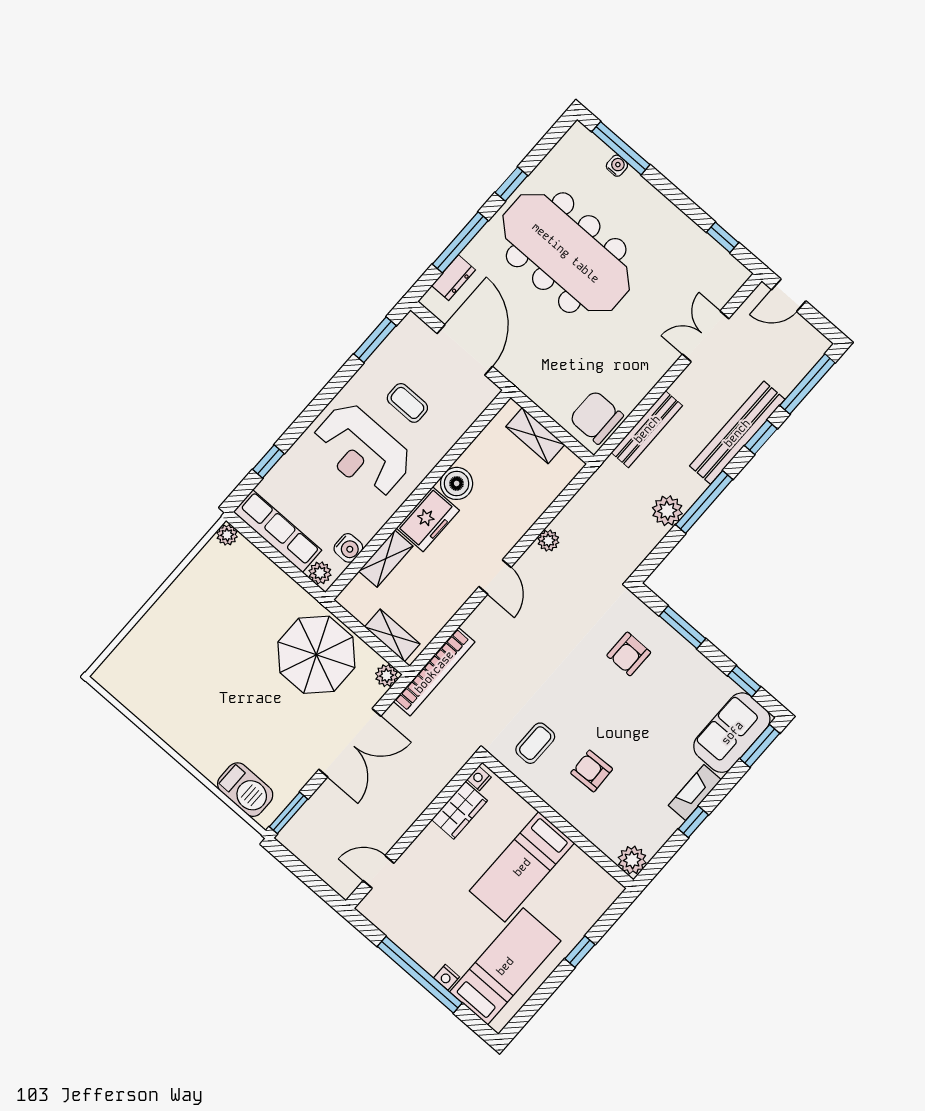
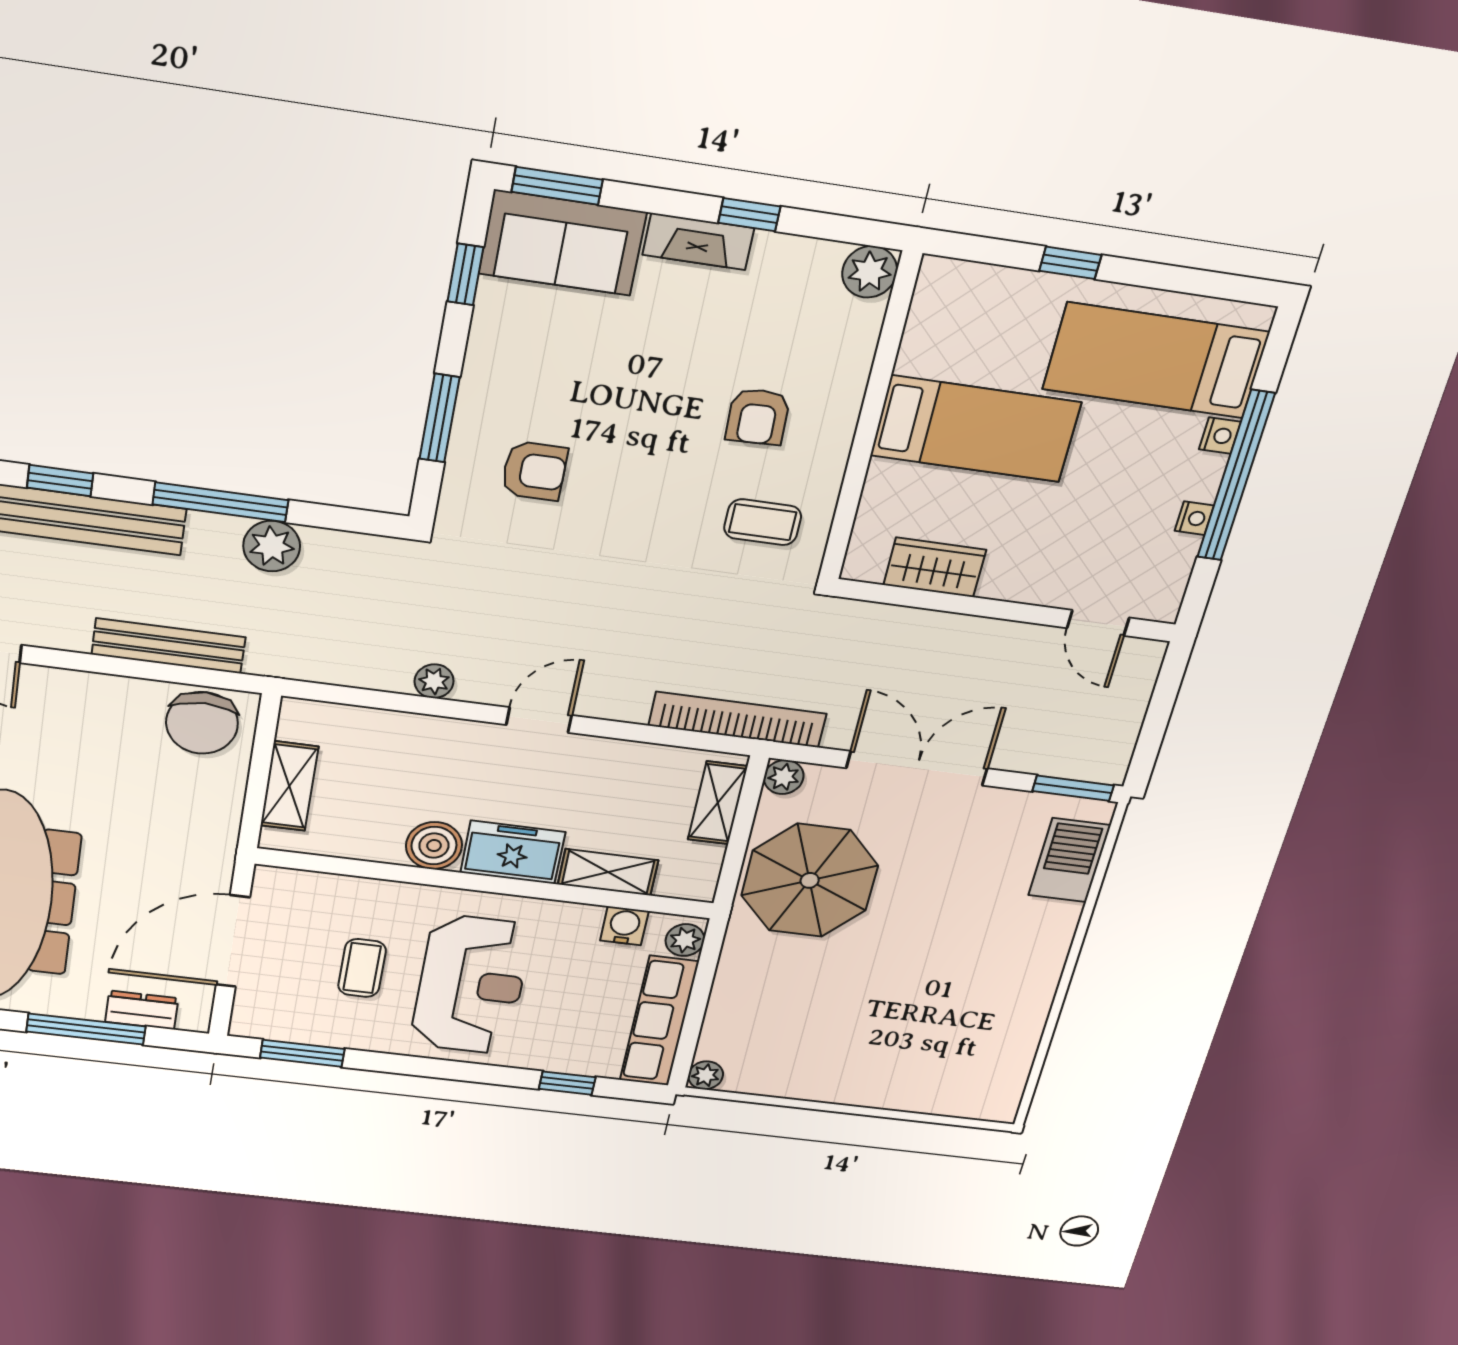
nightstand: (479, 778) -> (1194, 518), moved, turned -90

